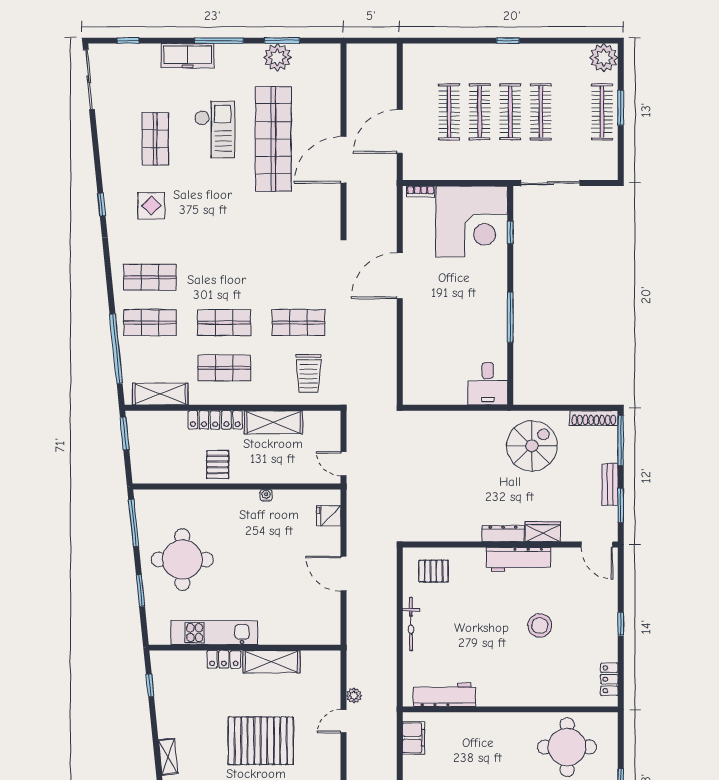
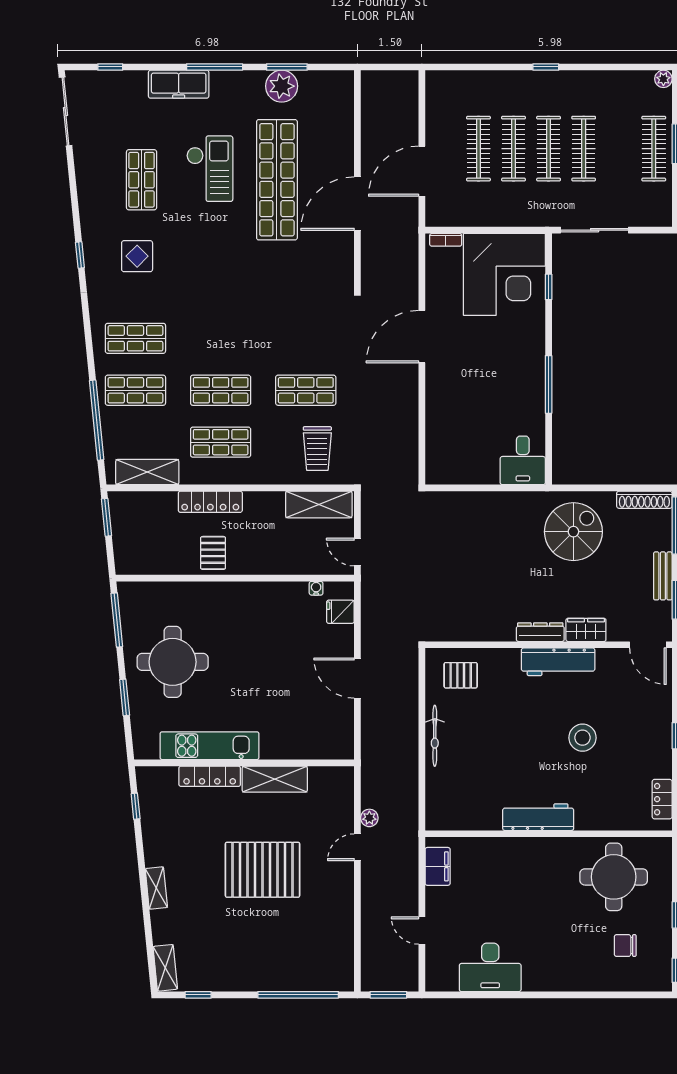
plant: (604, 58) -> (663, 79), width x0.53, depth x0.53
shelving: (274, 422) -> (319, 504), moved
water cooler: (266, 495) -> (316, 588), moved
locker: (224, 659) -> (210, 776), width x1.53
workbench: (444, 695) -> (538, 817), moved

